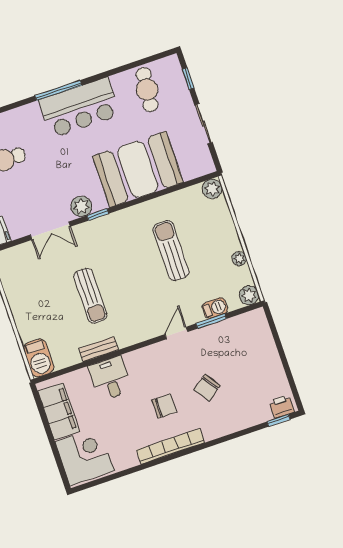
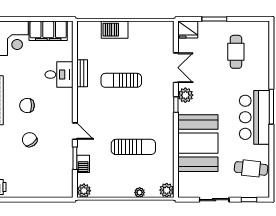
double door: (50, 231) -> (176, 68), swing flipped
plant: (239, 259) -> (140, 192), moved
barbecue: (39, 358) -> (115, 30), moved
chair: (164, 406) -> (27, 105), turned 90

